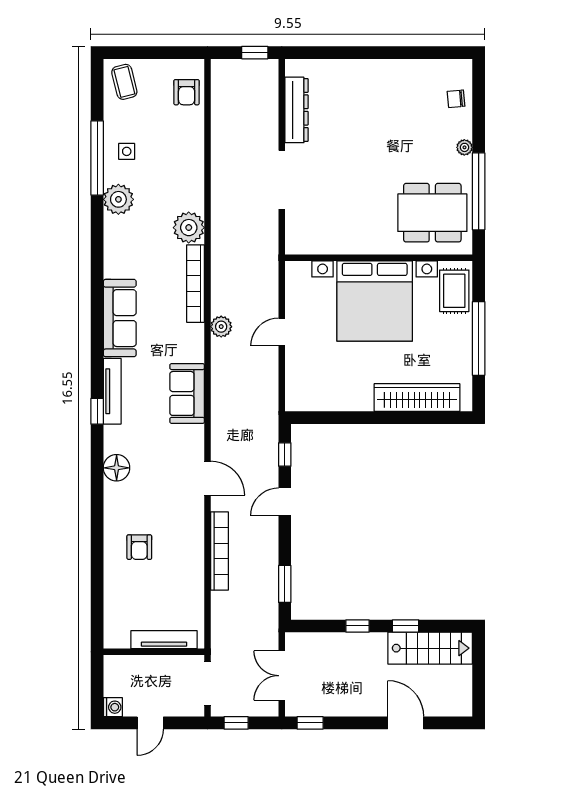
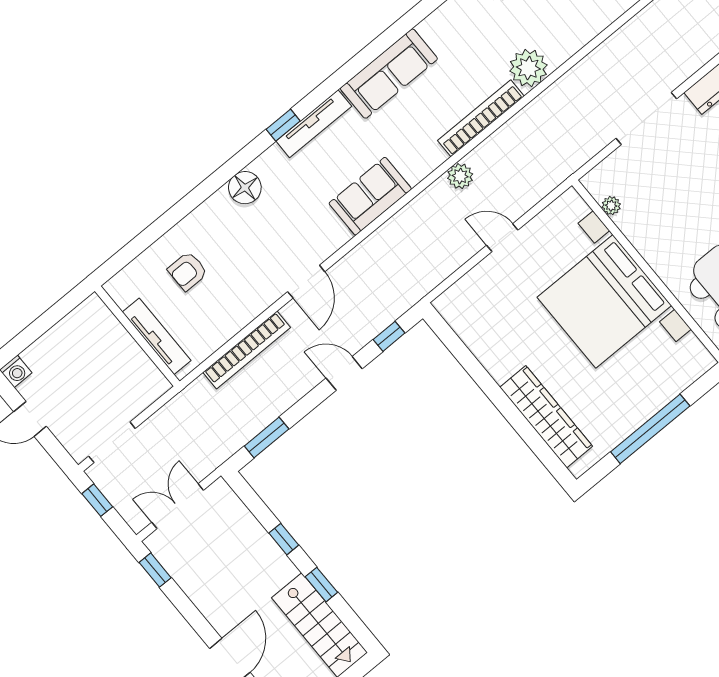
plant: (318, 247) -> (611, 206), added
rug: (454, 291) -> (676, 368), removed
tv unit: (164, 640) -> (157, 336), moved
wall: (154, 652) -> (137, 336), moved

